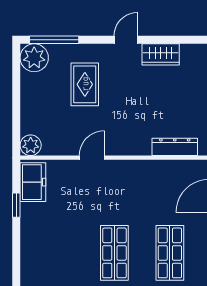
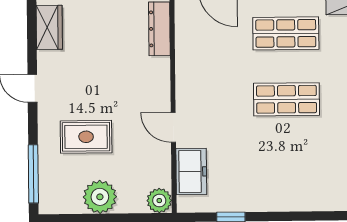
wardrobe: (161, 54) -> (49, 27), moved
plant: (34, 58) -> (100, 197), moved
freezer: (33, 182) -> (191, 172), moved, turned 90

